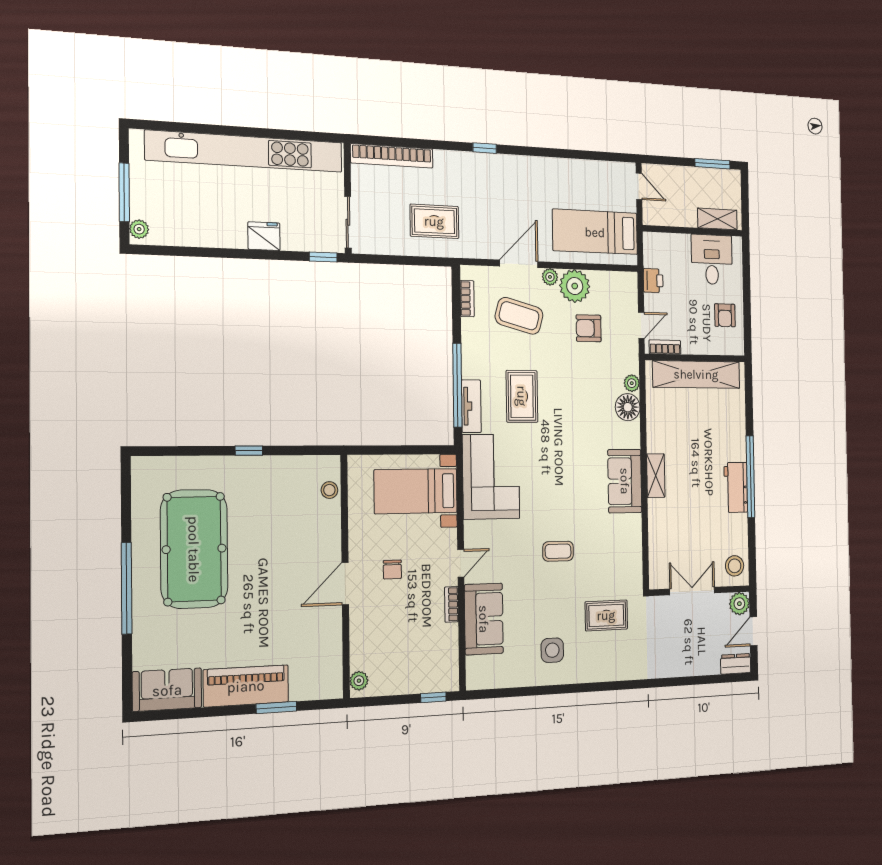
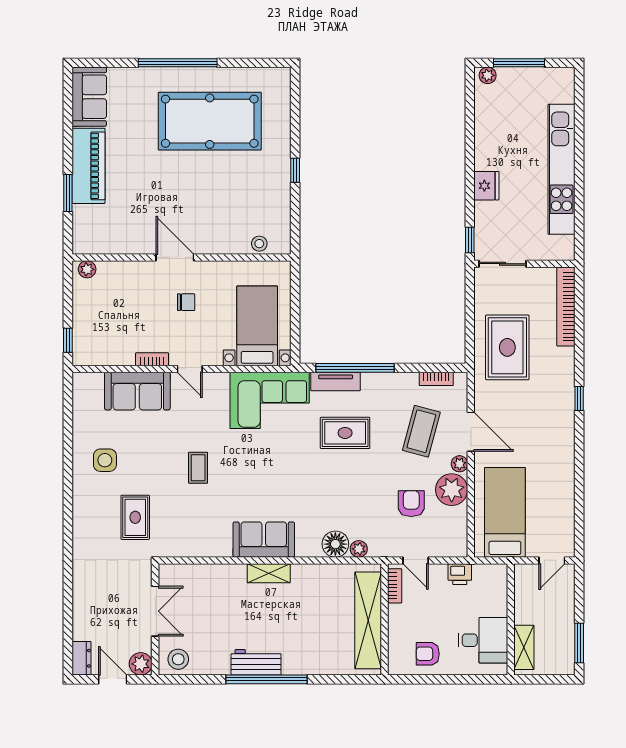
kitchen unit: (245, 151) -> (562, 169), width x0.73
rug: (434, 221) -> (507, 347), width x1.36, depth x1.43
chair: (392, 569) -> (186, 302), turned 180

